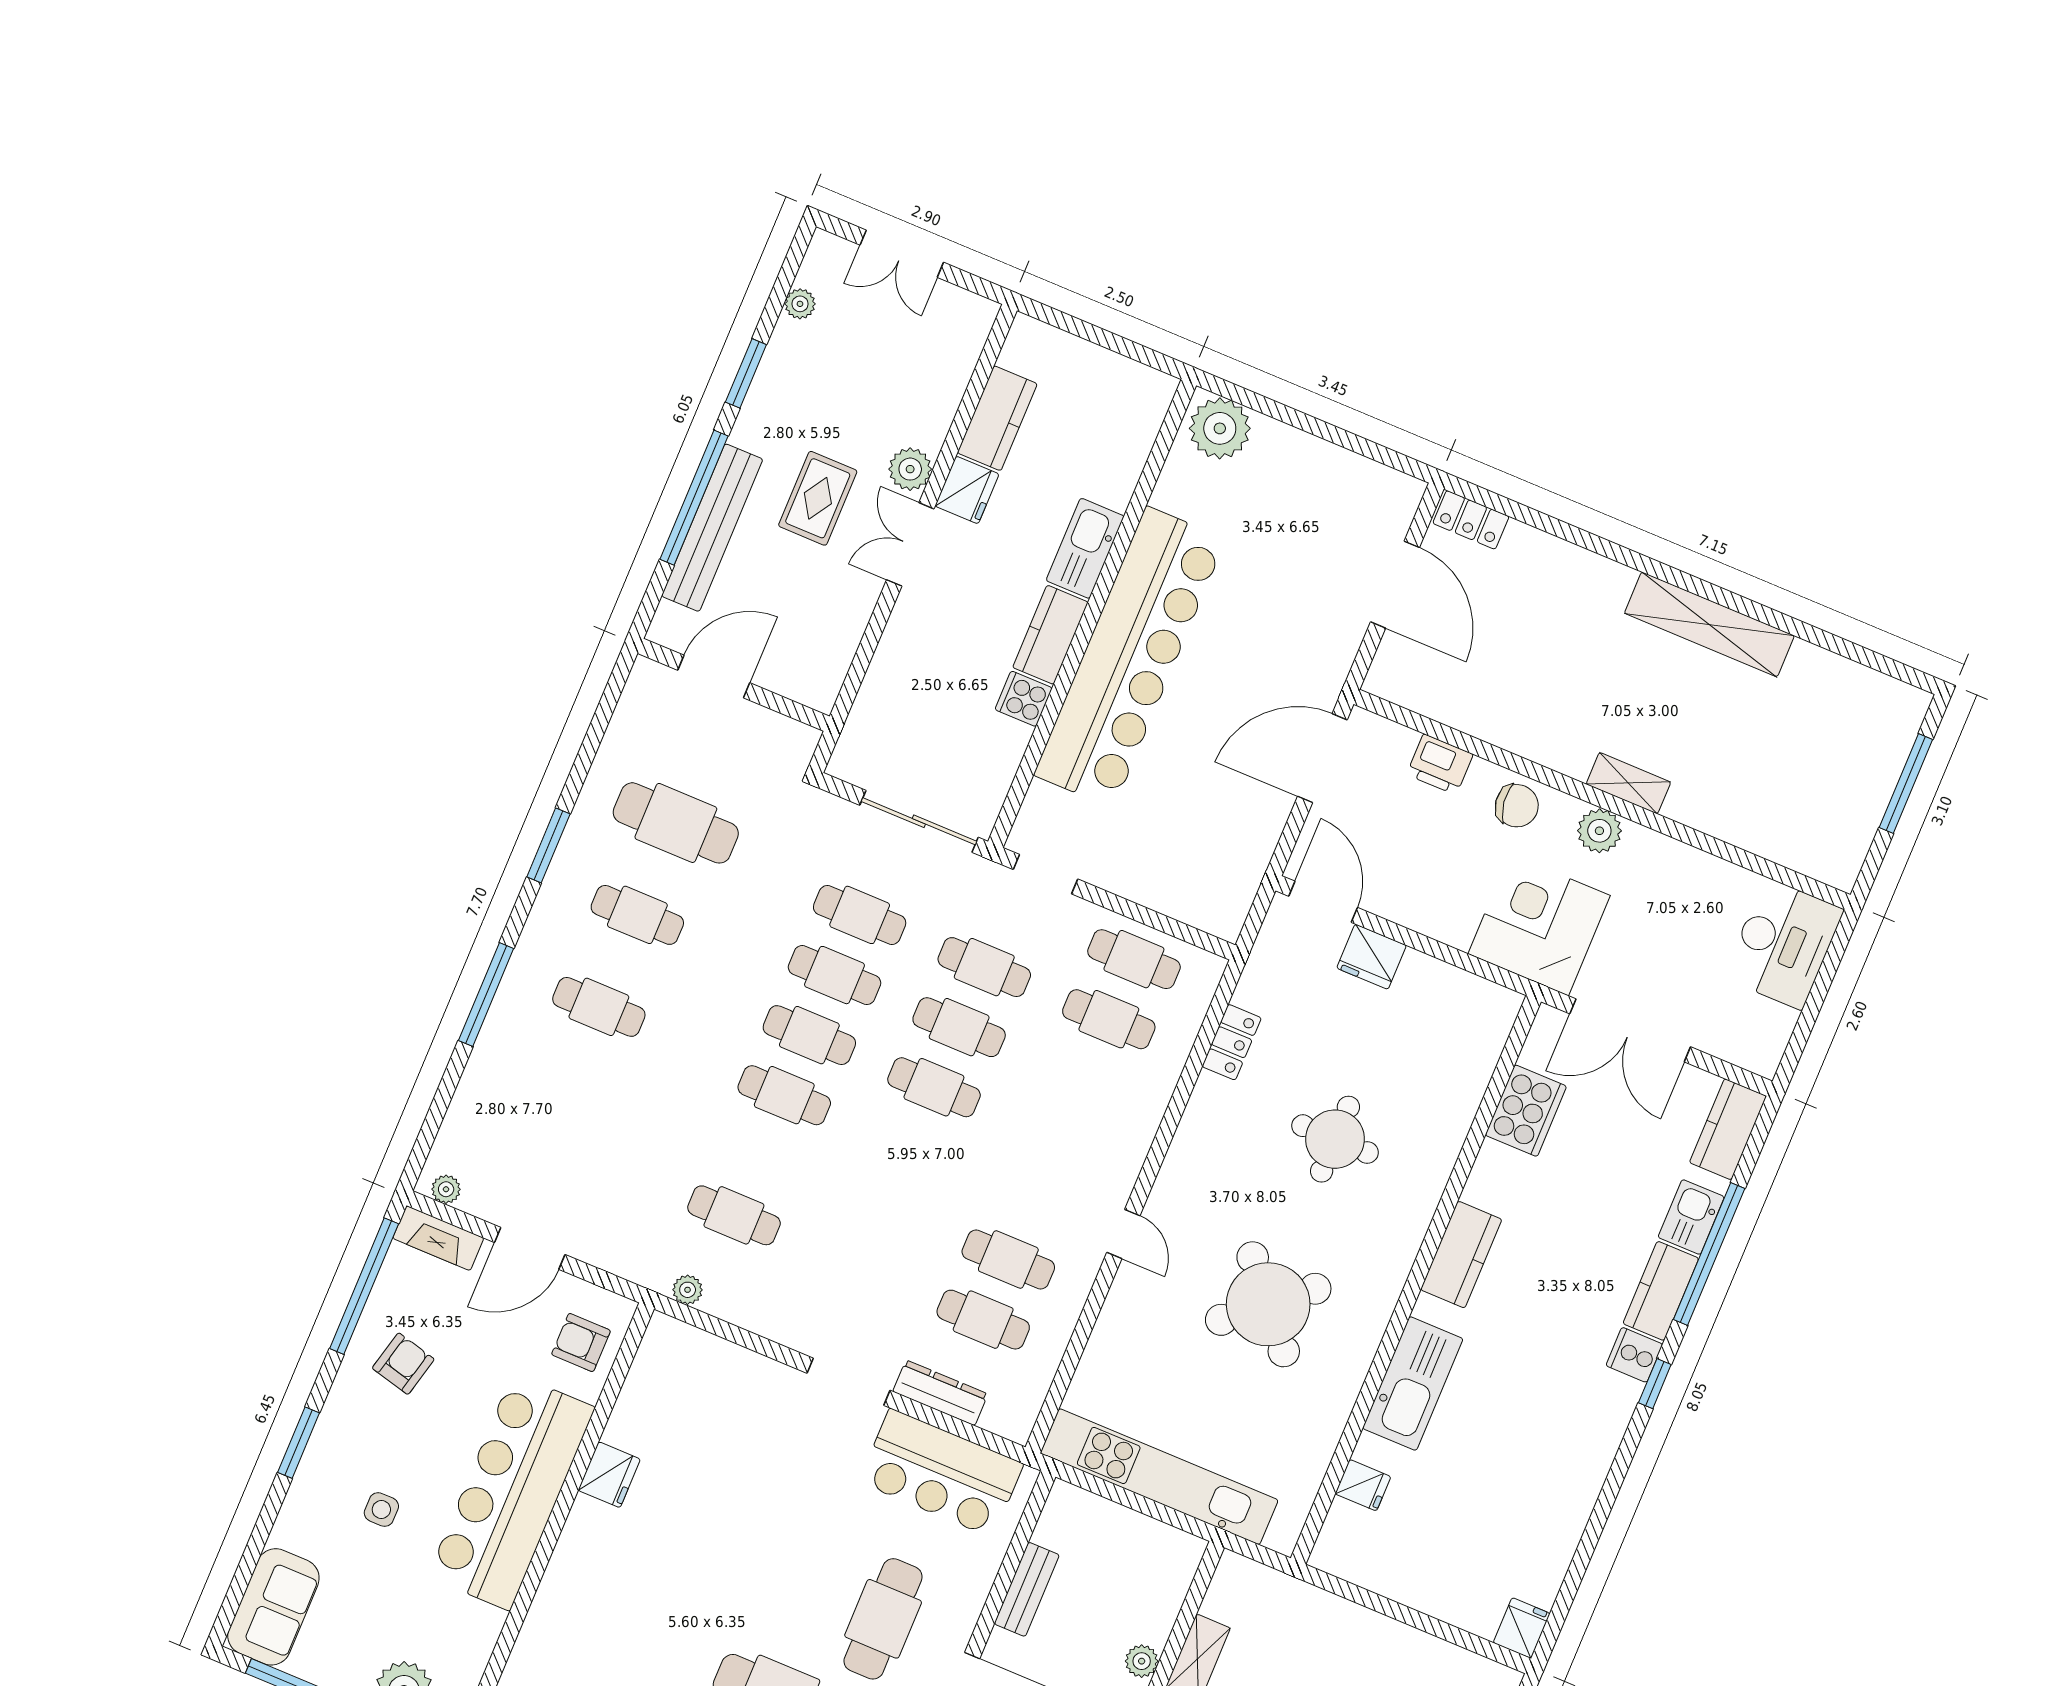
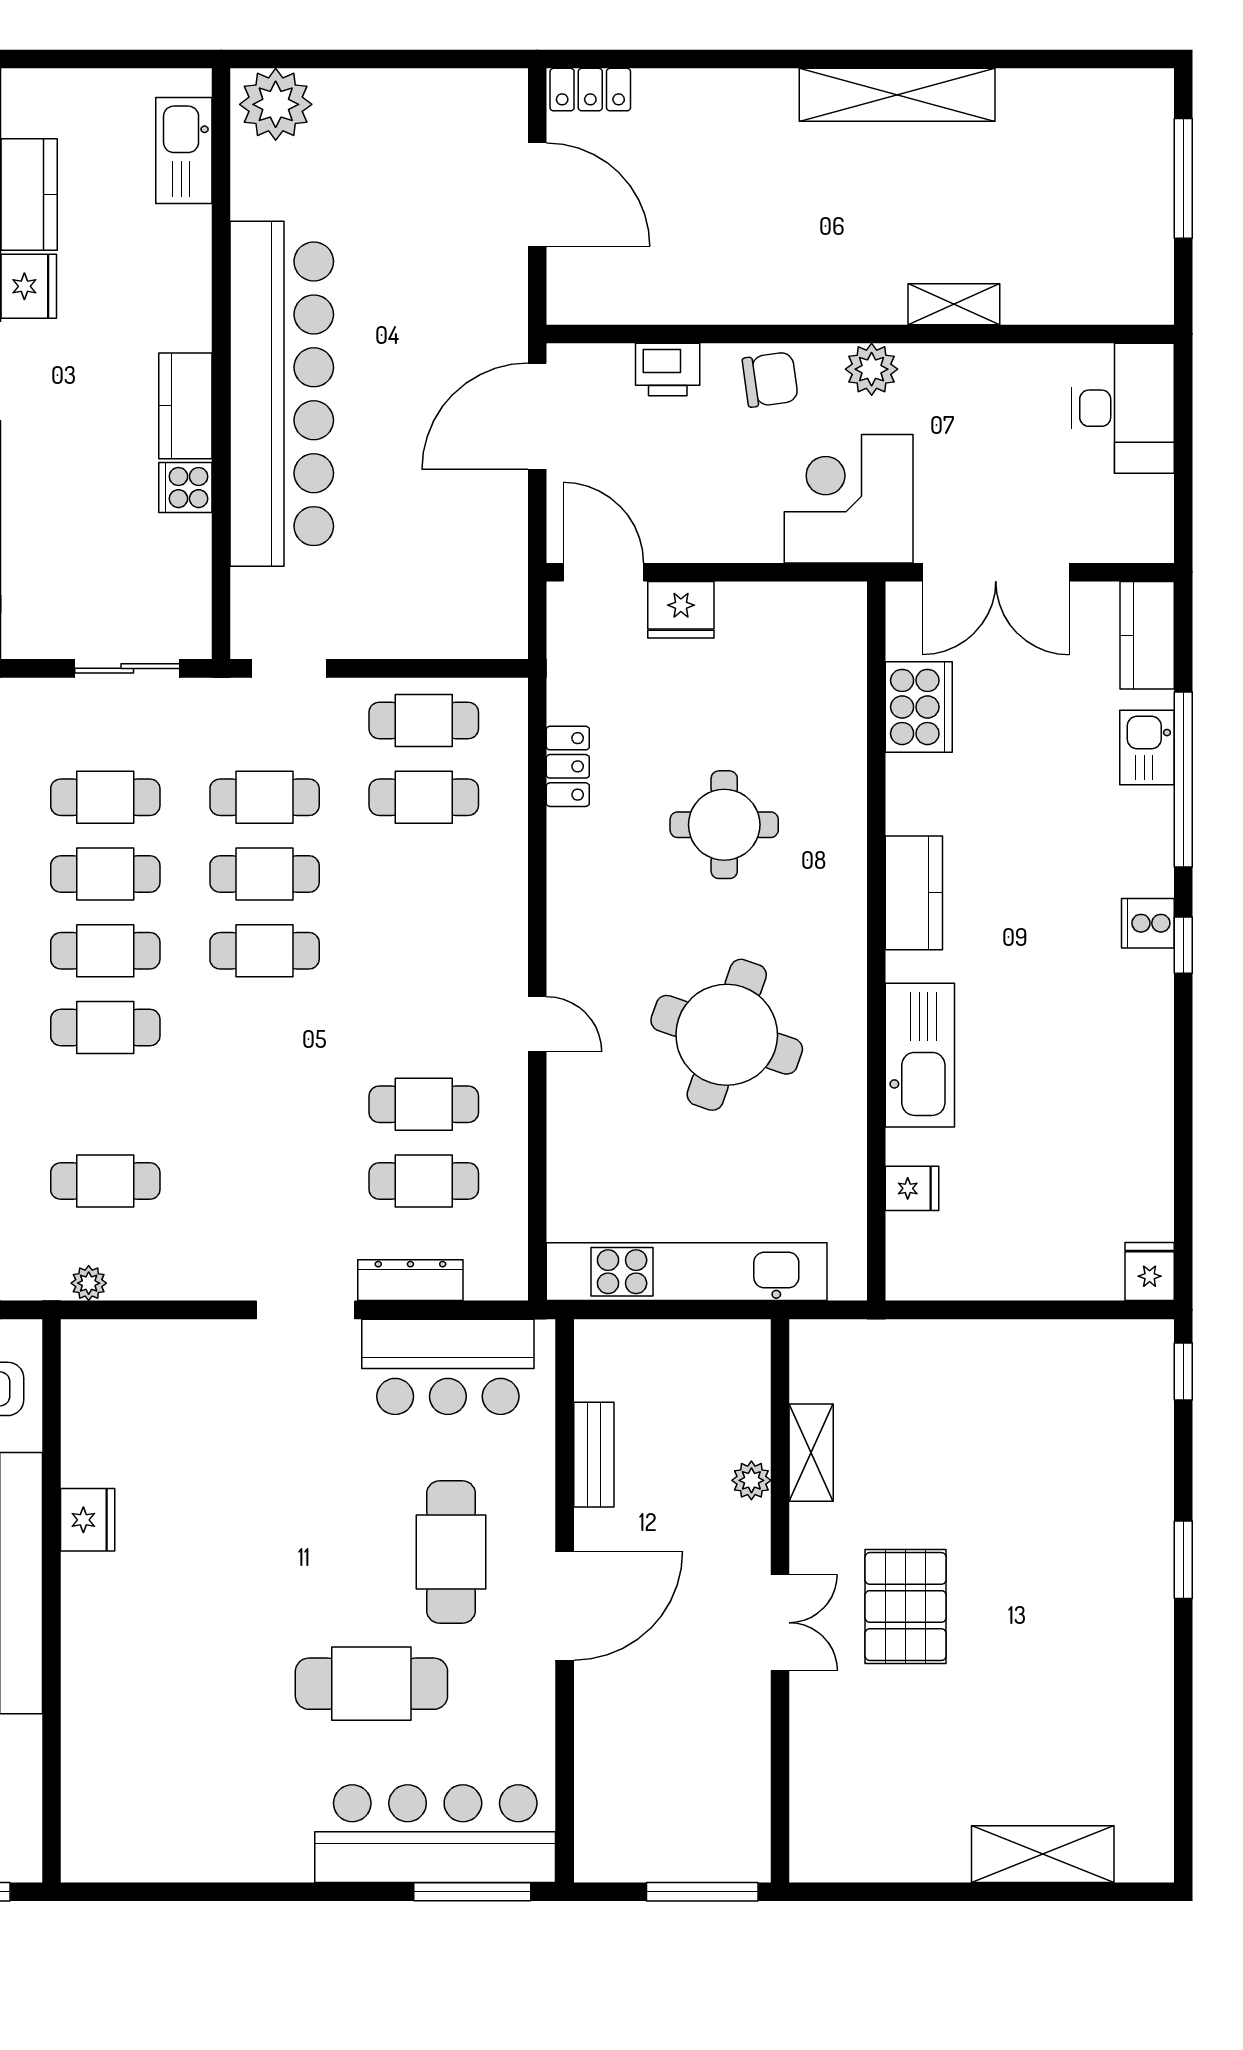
kitchen sink: (1085, 548) -> (184, 151), moved
shelving: (1628, 783) -> (954, 304), moved
sliding door: (919, 821) -> (127, 668), width x0.73
kitchen counter: (1661, 1291) -> (1148, 842), removed
round table: (1268, 1304) -> (727, 1035), turned -30

